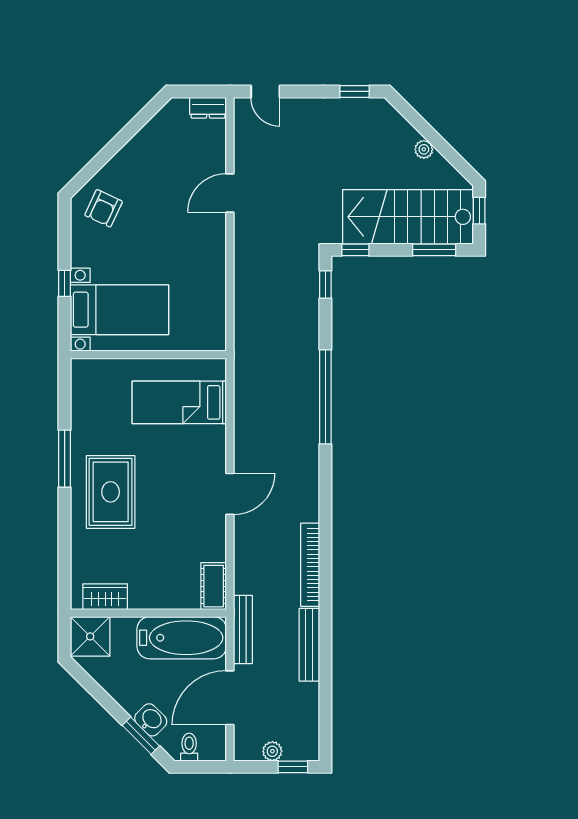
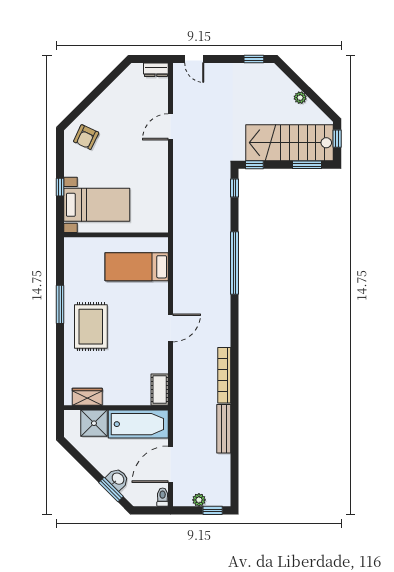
bench: (243, 630) -> (179, 419), removed
shower: (90, 636) -> (94, 423), moved
toilet: (189, 747) -> (163, 497), moved

